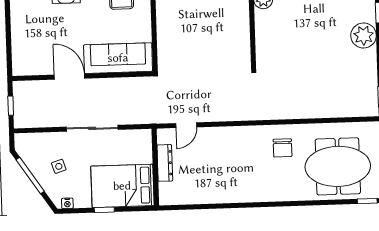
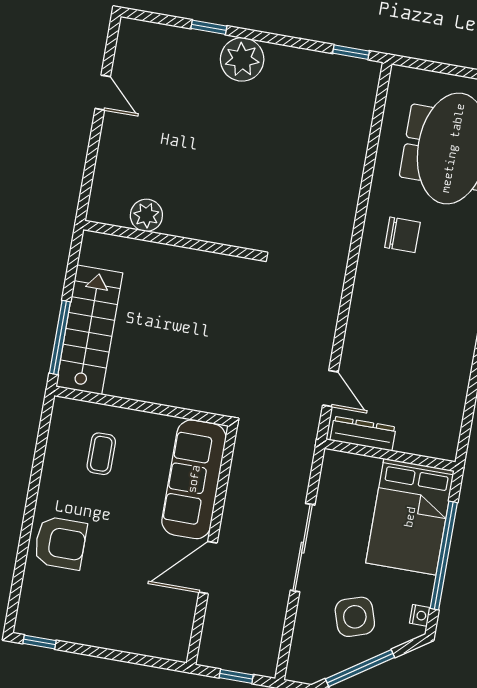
dresser: (165, 163) -> (363, 434), moved
side table: (59, 166) -> (355, 617), width x1.87, depth x1.87
window: (104, 210) -> (444, 556), width x3.17

